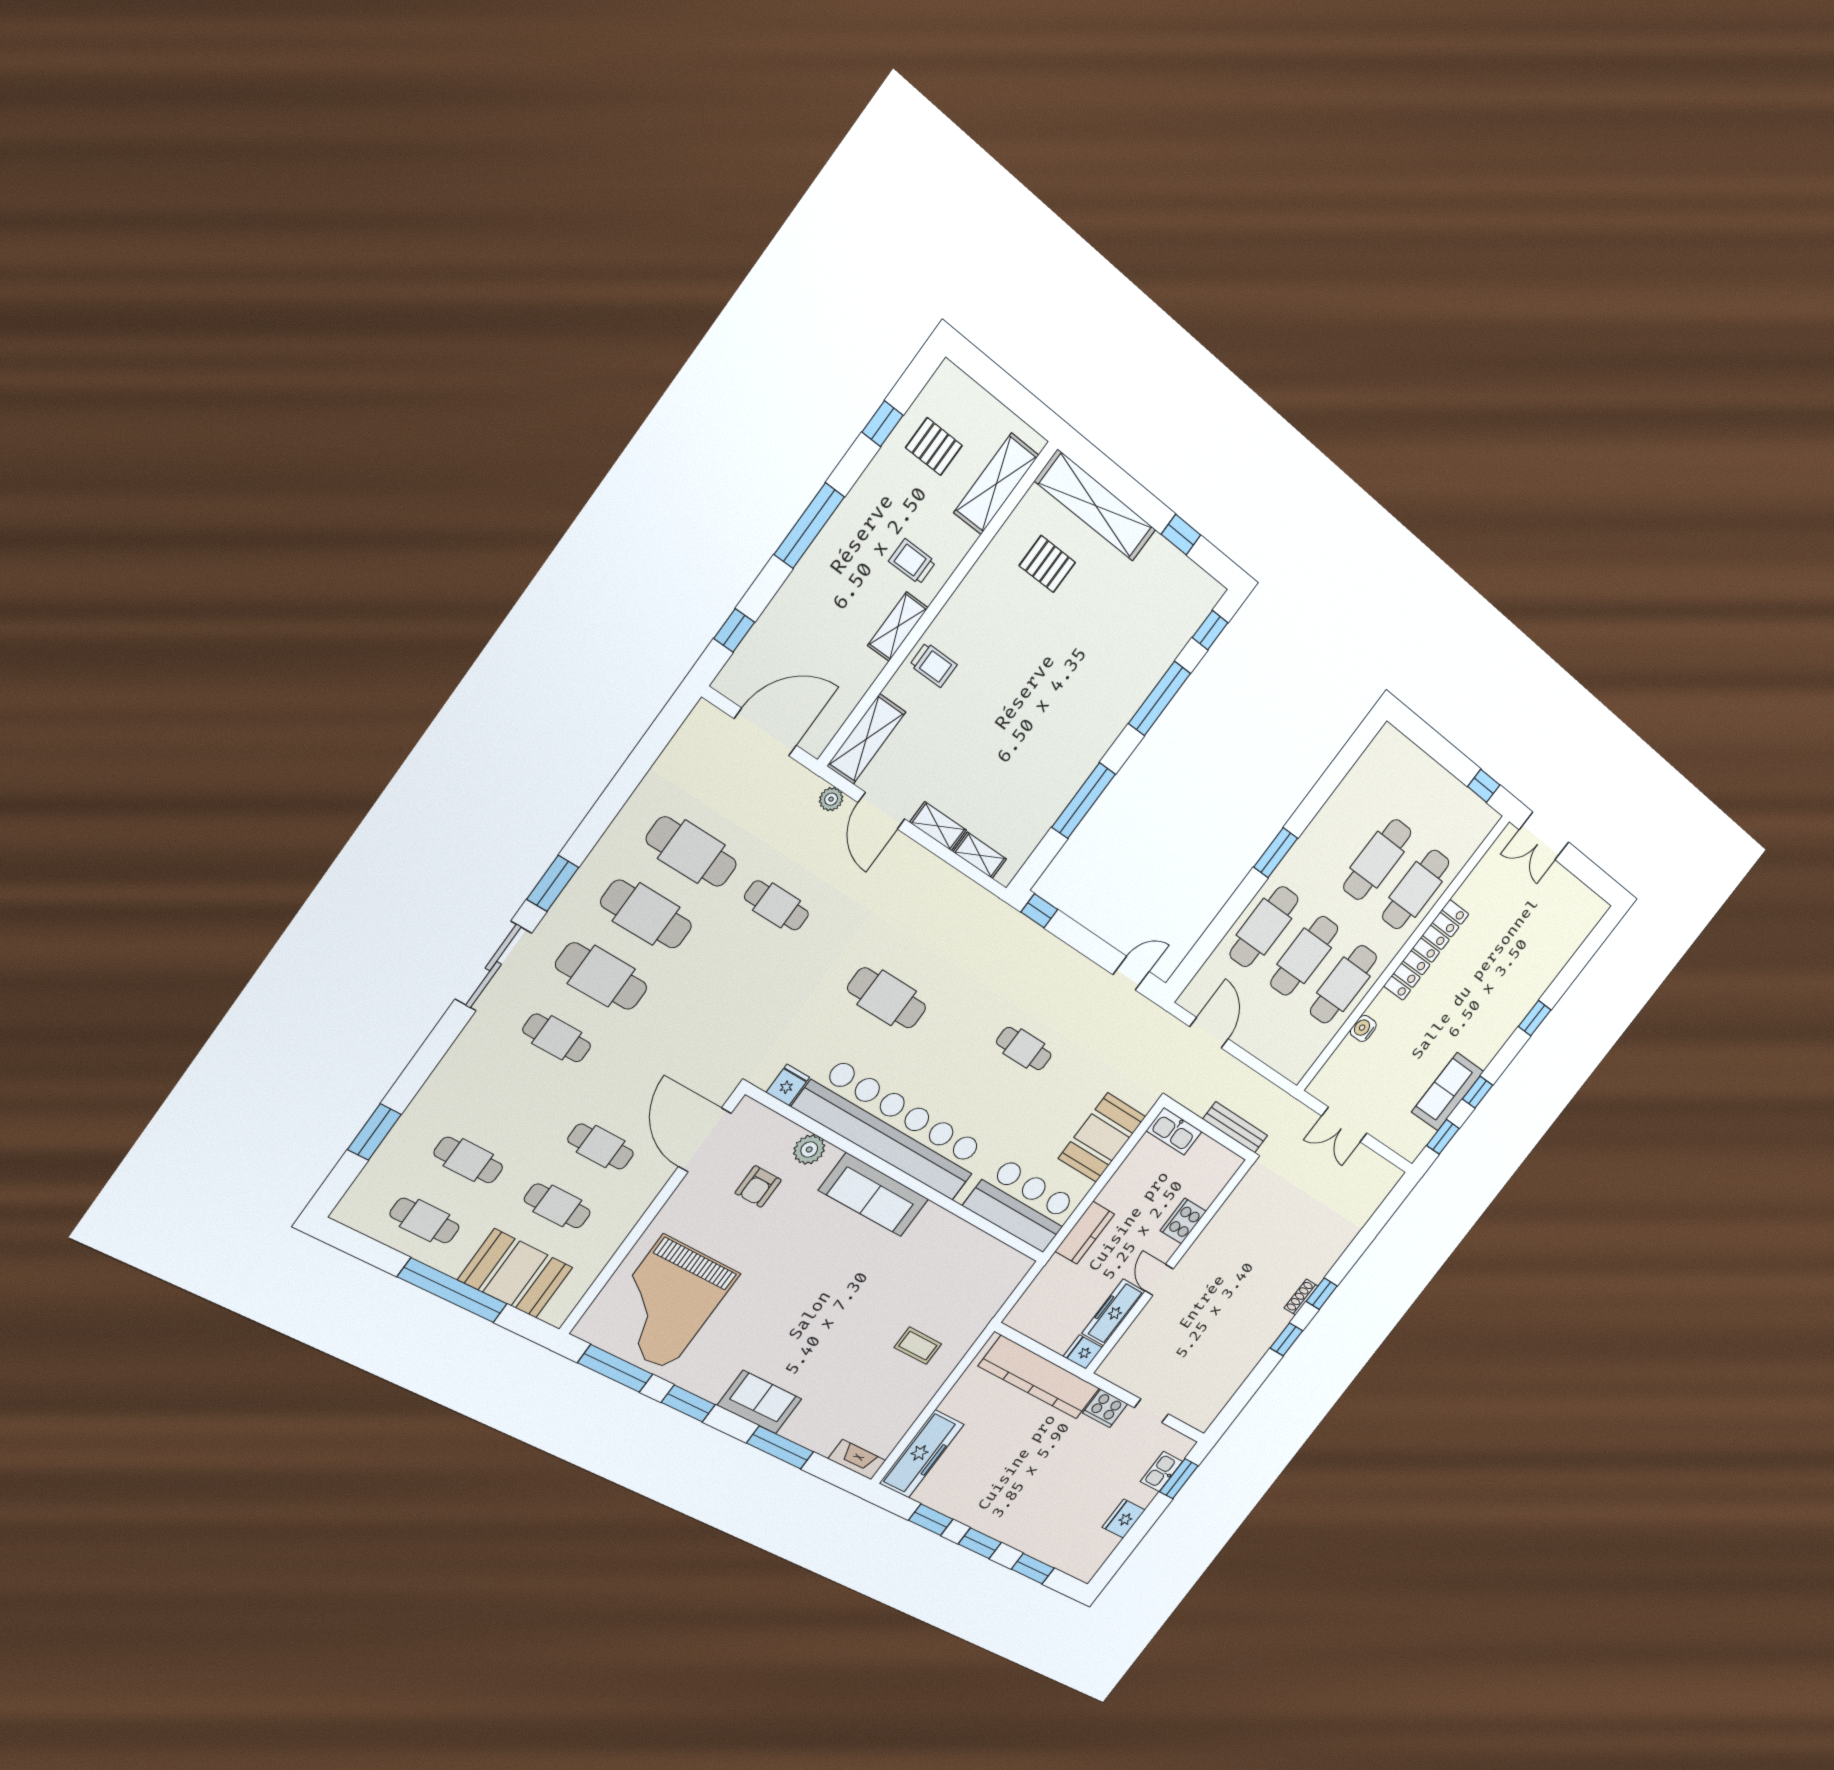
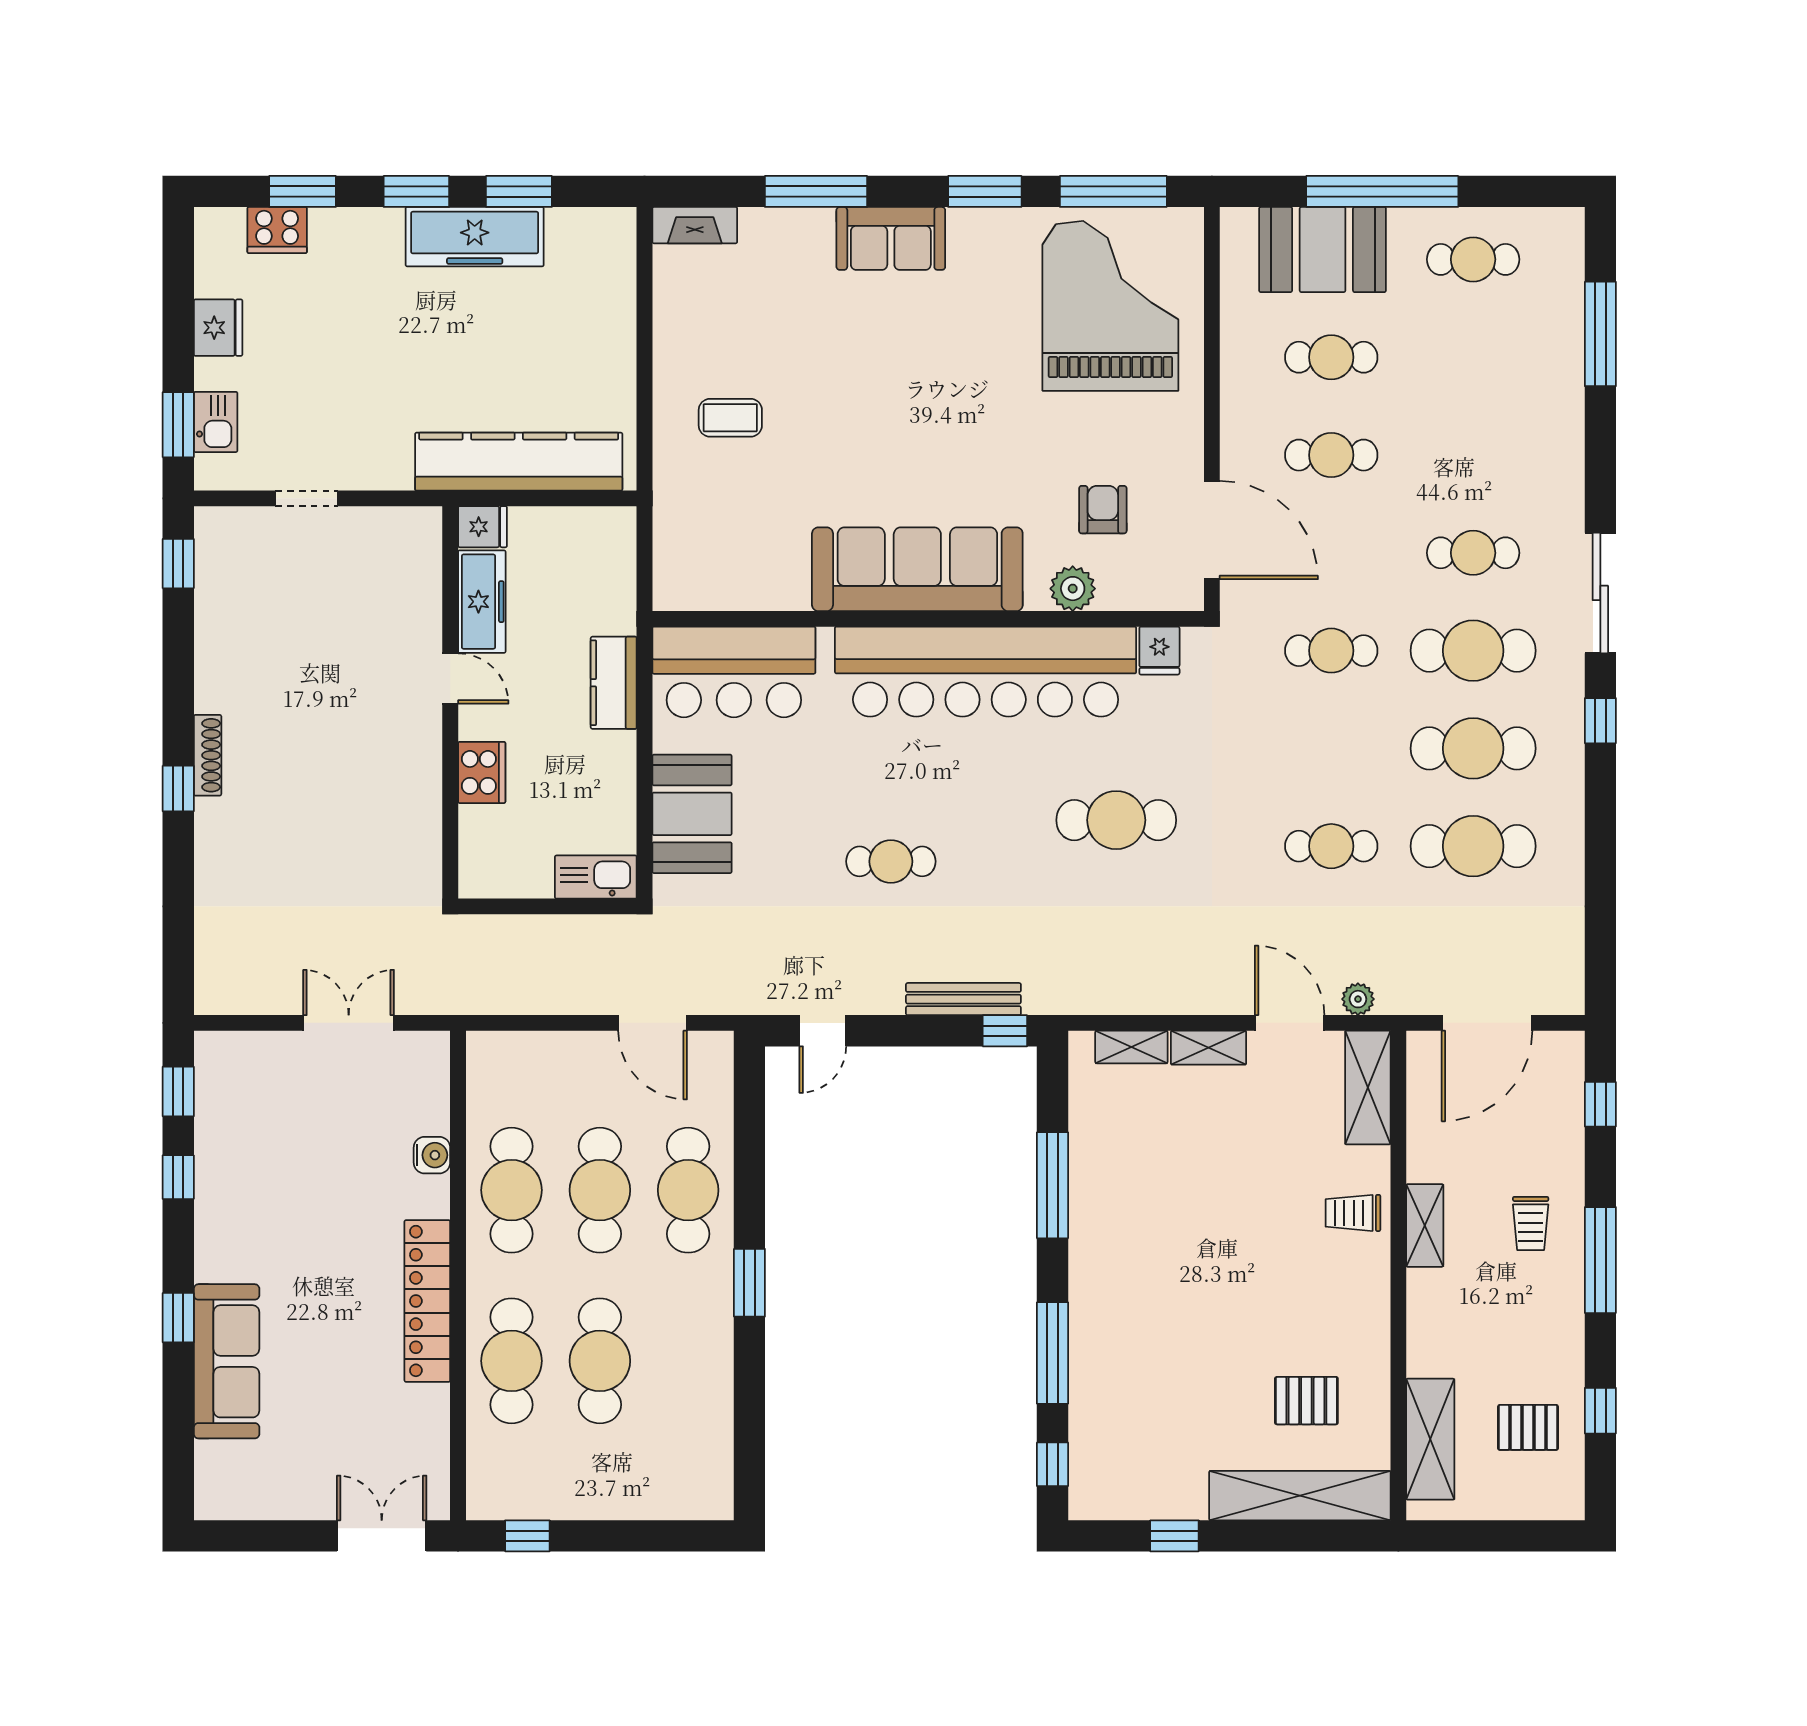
trolley: (912, 562) -> (1531, 1223), moved, turned 90
window: (553, 883) -> (1600, 721), width x0.67
sofa: (1448, 1092) -> (227, 1361), moved, width x1.36
bench: (1235, 1127) -> (963, 999), moved
window: (374, 1132) -> (1600, 334), width x1.44
cafe table: (468, 1160) -> (1331, 651), moved
sofa: (874, 1195) -> (917, 569), width x1.36, depth x1.27
shoe rack: (1301, 1297) -> (208, 755), width x1.43
window: (1286, 1339) -> (178, 564), moved
cooker: (1105, 1408) -> (277, 230), moved, turned 180
freezer: (922, 1454) -> (475, 237), moved, turned -90

